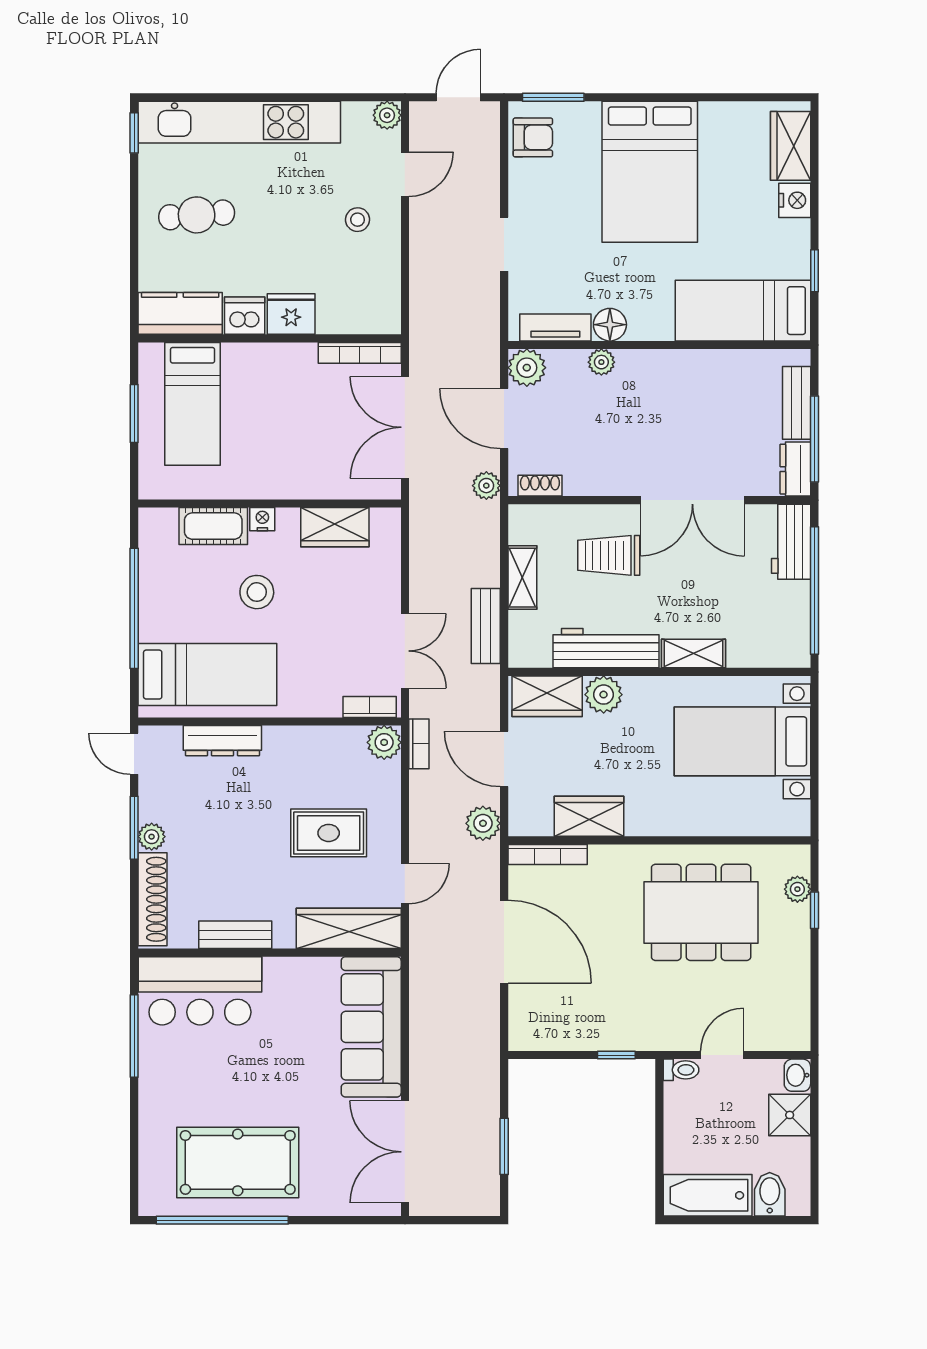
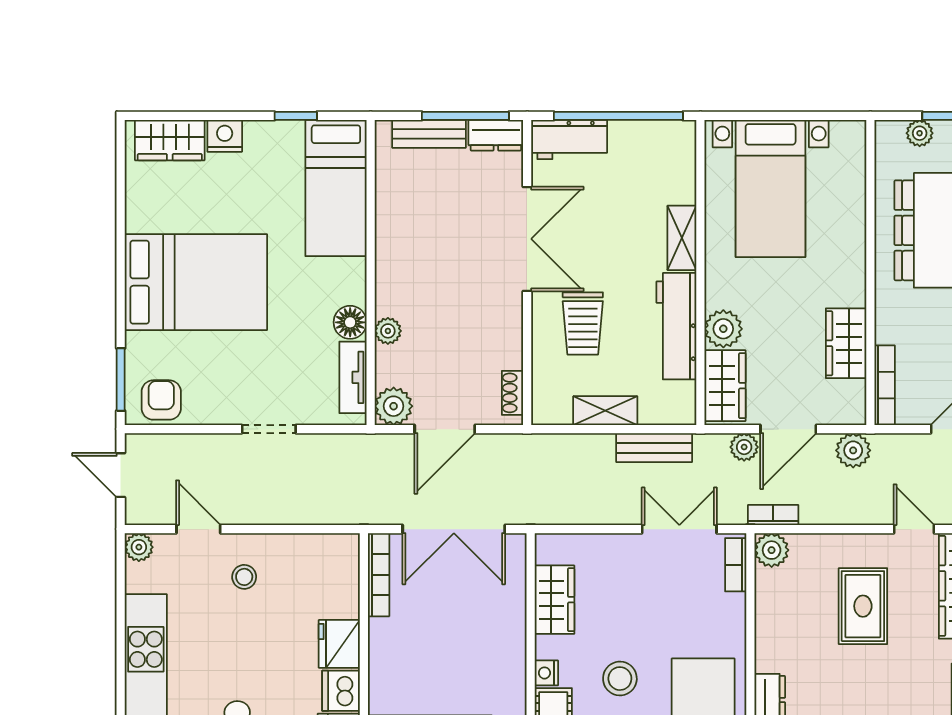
plant: (486, 486) -> (744, 447), moved

